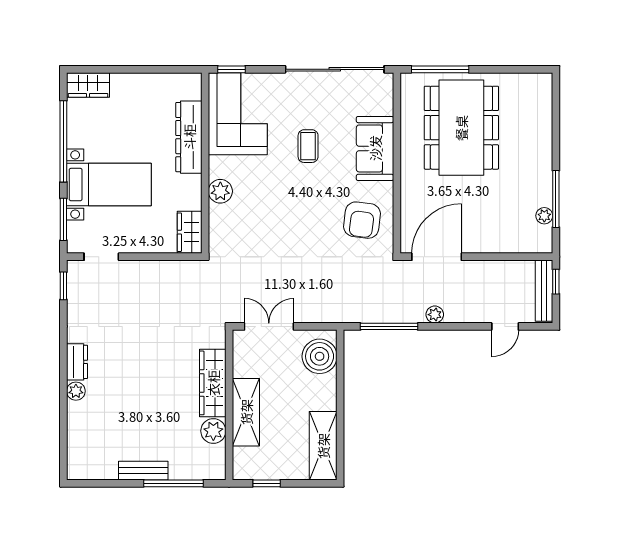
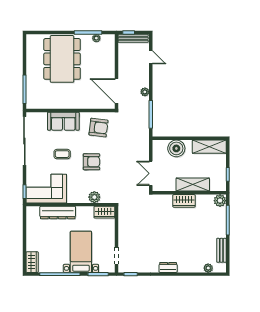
dining table: (461, 128) -> (62, 59), moved, turned 90
plant: (220, 191) -> (94, 197), moved
armchair: (292, 206) -> (91, 162), added
boiler: (320, 356) -> (176, 148), moved
wardrobe: (213, 383) -> (184, 201), width x0.67
plant: (76, 391) -> (208, 268), moved
plant: (213, 431) -> (220, 201), moved
bench: (143, 471) -> (221, 250), moved

